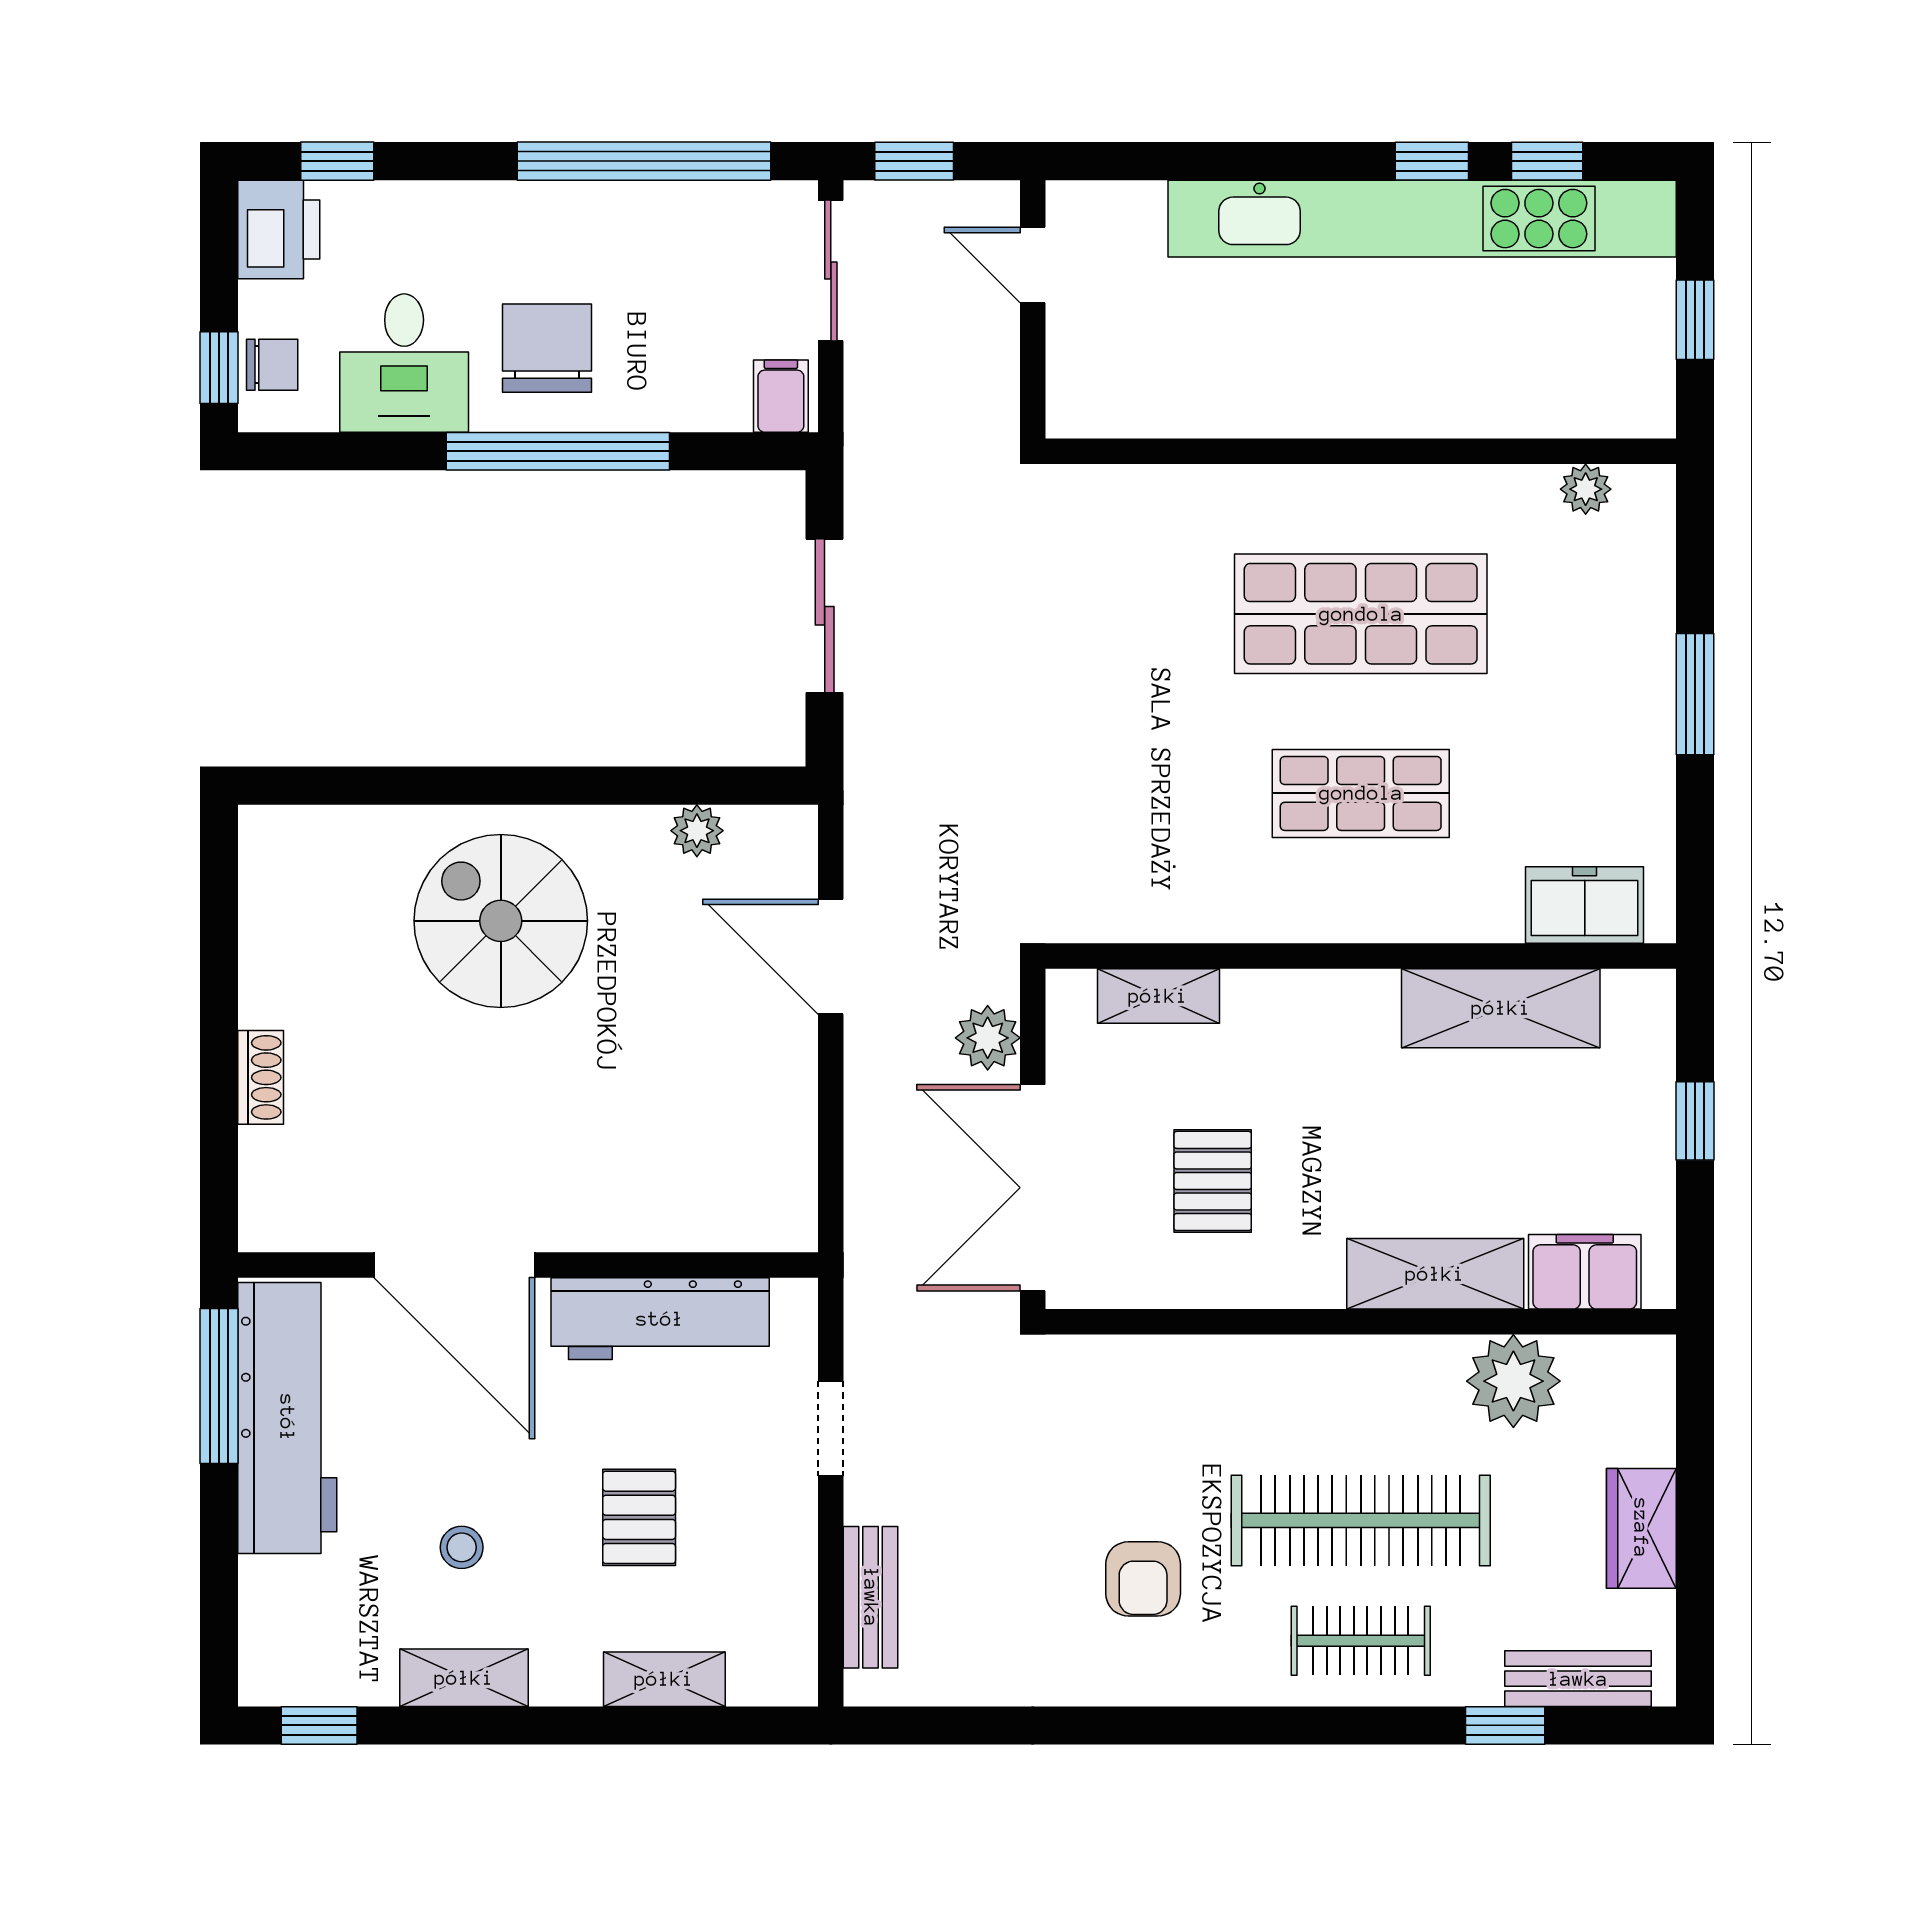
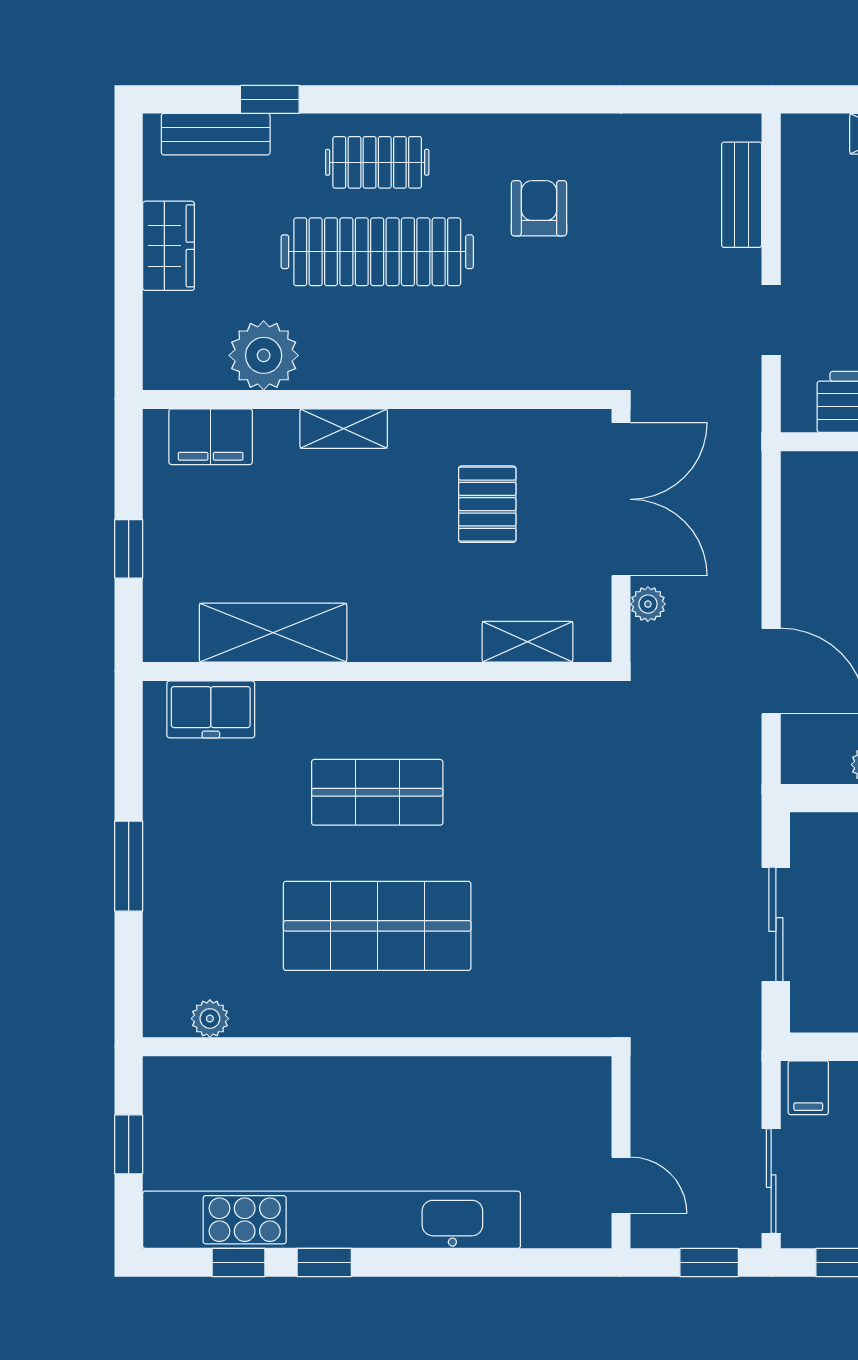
plant: (988, 1038) -> (648, 604), width x0.73, depth x0.73
shelving: (1435, 1274) -> (344, 429), width x0.67, depth x0.75

